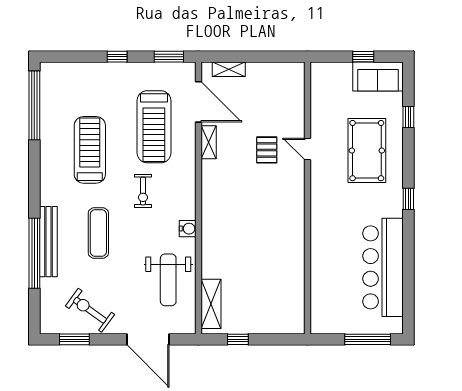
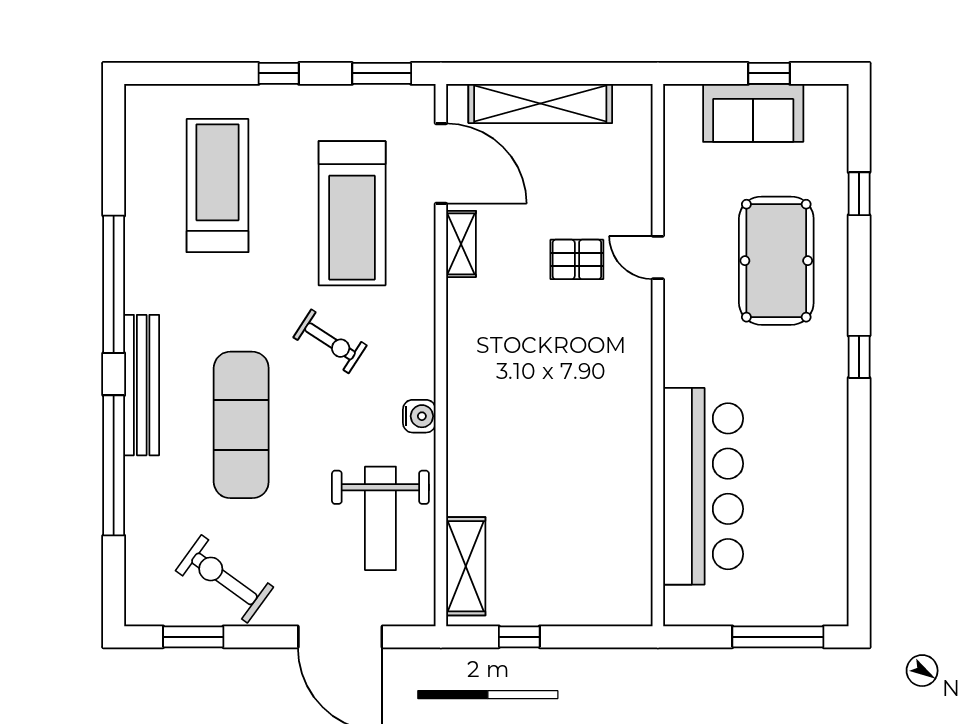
shelving: (229, 69) -> (540, 104), width x2.20, depth x1.33
sofa: (378, 76) -> (753, 113), moved
window: (34, 105) -> (114, 284), moved
treadmill: (90, 150) -> (217, 186), moved
pallet: (267, 150) -> (577, 259), turned 90
exercise bike: (143, 191) -> (330, 341), turned -57
exercise mat: (98, 233) -> (241, 425), width x1.36, depth x1.45
bench: (48, 242) -> (142, 385), moved
bar counter: (383, 267) -> (703, 486), moved, turned 180

